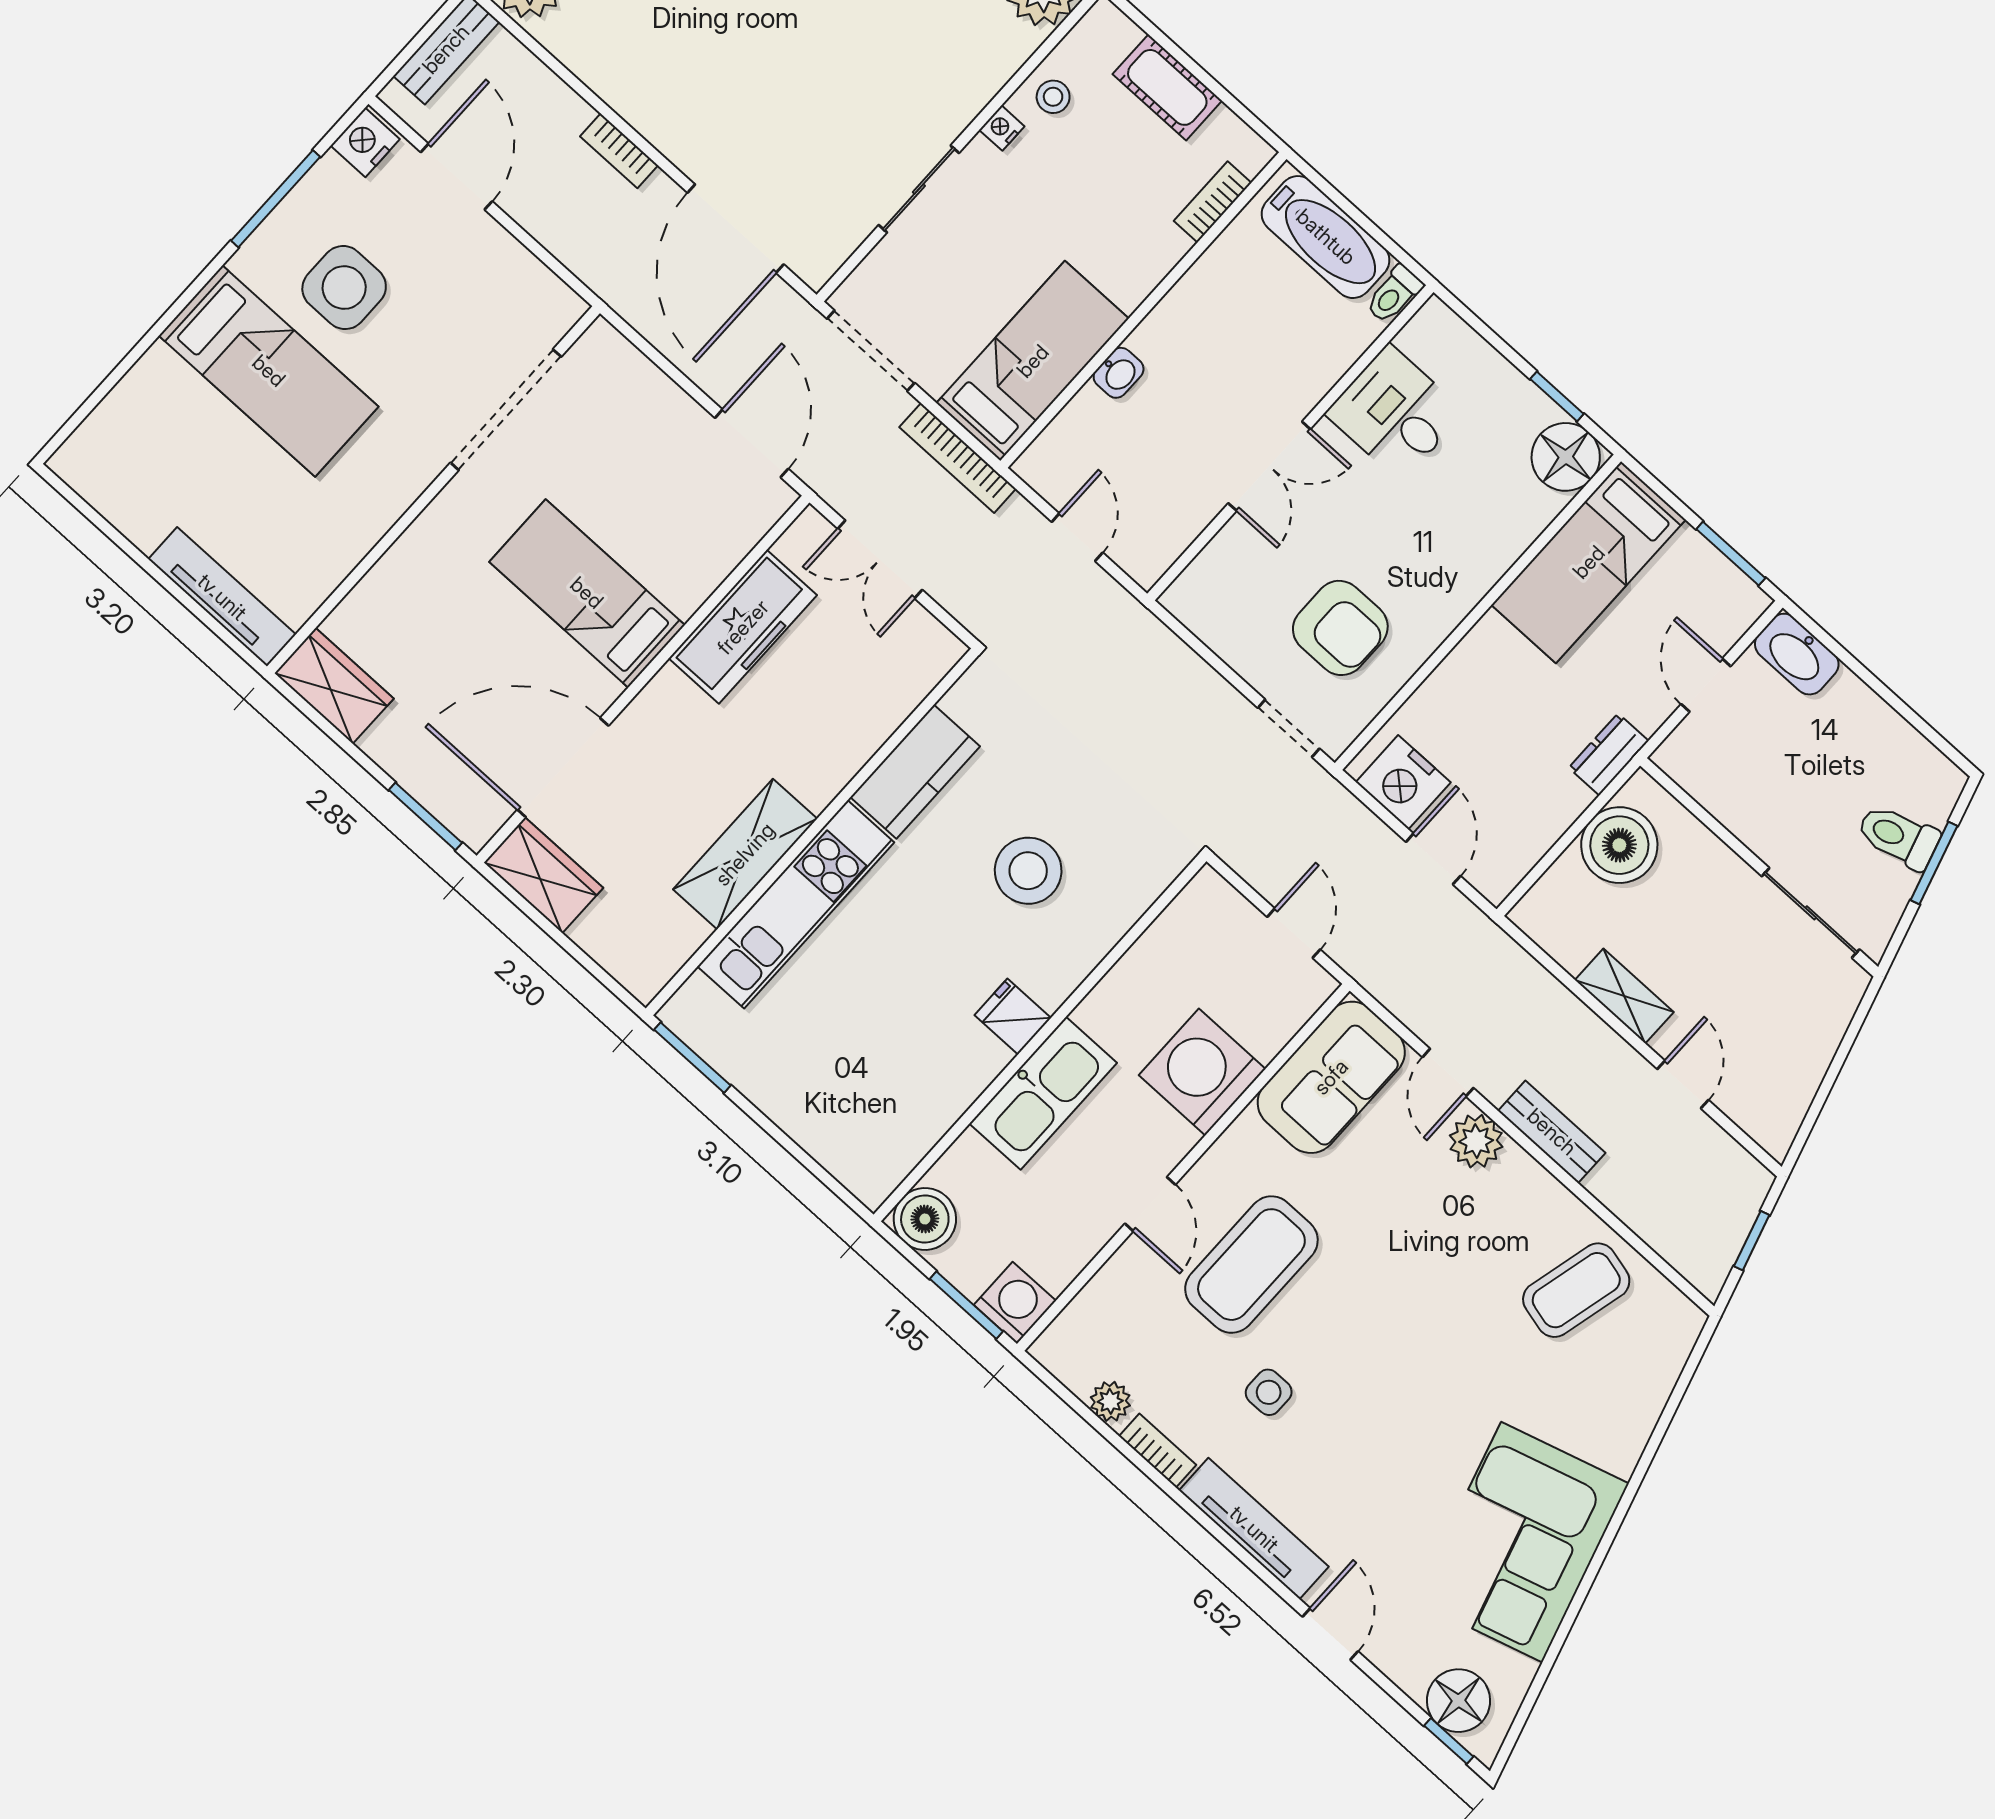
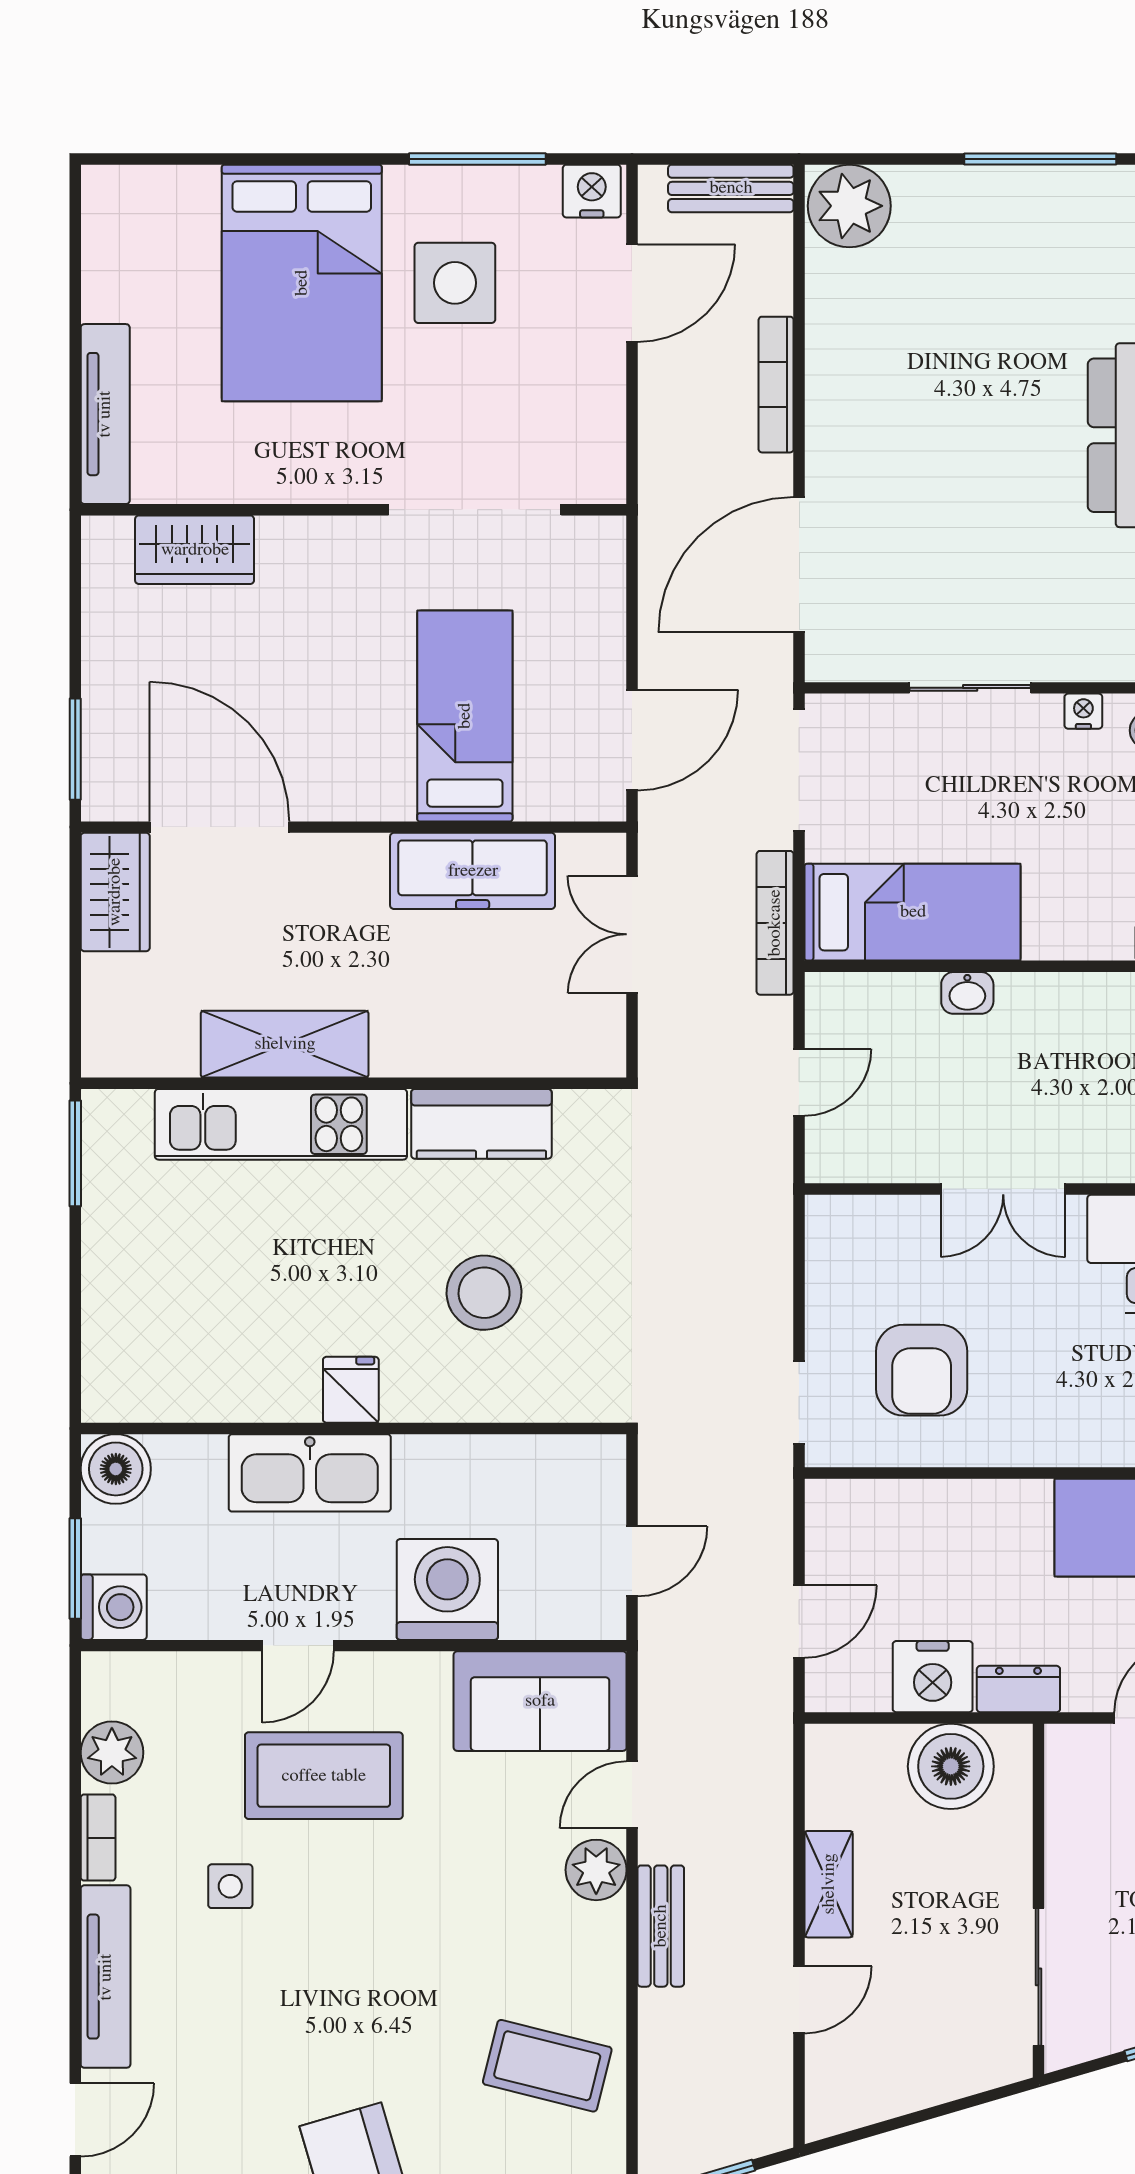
bookcase: (619, 151) -> (776, 385), width x1.56
bed: (269, 371) -> (302, 283), width x1.50
bed: (587, 593) -> (465, 716), moved
wardrobe: (334, 686) -> (195, 550), moved, turned 90
nightstand: (1403, 782) -> (933, 1677), moved, turned -90
plant: (1110, 1401) -> (112, 1752), width x1.38, depth x1.38

